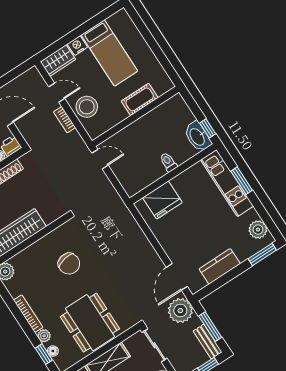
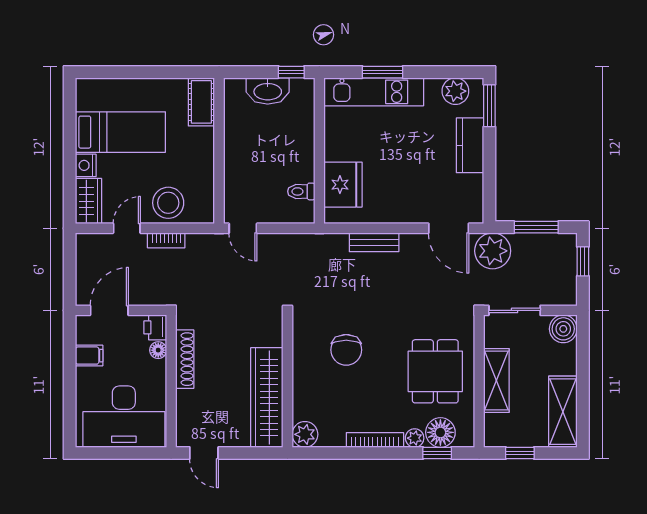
cot: (140, 99) -> (201, 102), moved
washbasin: (198, 137) -> (268, 91), moved
door: (100, 159) -> (243, 228), swing flipped
toilet: (168, 162) -> (301, 191), moved
chair: (69, 264) -> (346, 350), turned 101
kitchen counter: (220, 266) -> (470, 145), moved
dining table: (90, 323) -> (435, 371), width x0.73
bench: (208, 342) -> (374, 242), moved
floor lamp: (53, 351) -> (440, 432), width x1.89, depth x1.89

